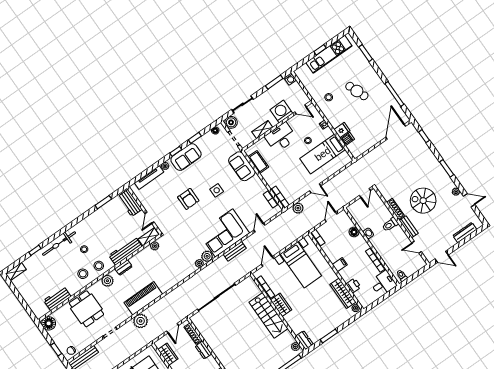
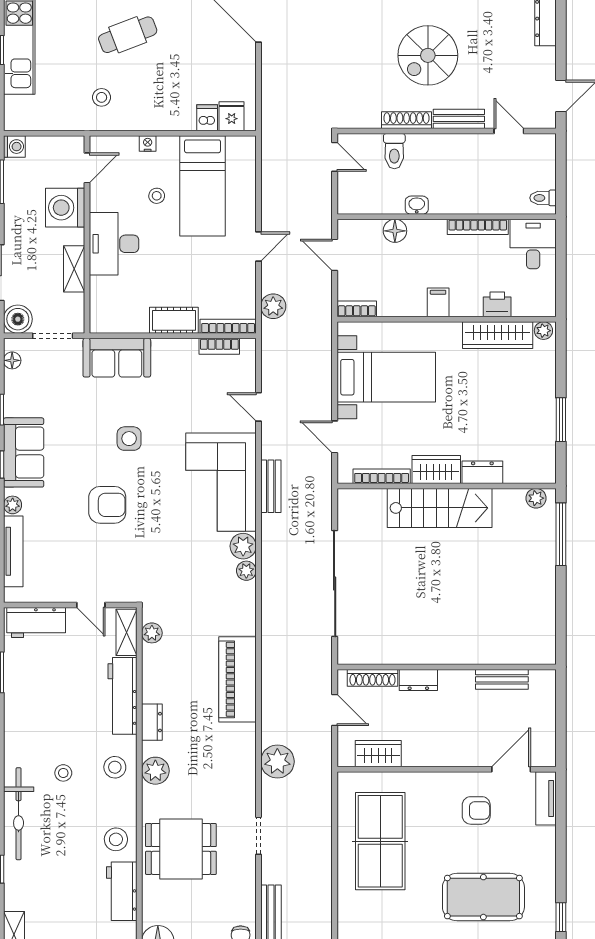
fridge: (342, 130) -> (232, 116), moved
cot: (258, 162) -> (174, 320), moved
toilet: (390, 225) -> (394, 151), moved
door: (417, 247) -> (509, 131), swing flipped
stool: (83, 274) -> (116, 839), moved
piano: (143, 298) -> (237, 679), moved
dresser: (305, 340) -> (482, 472), moved

